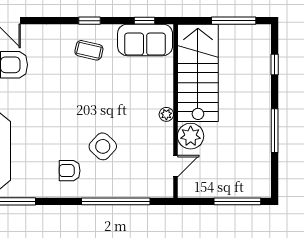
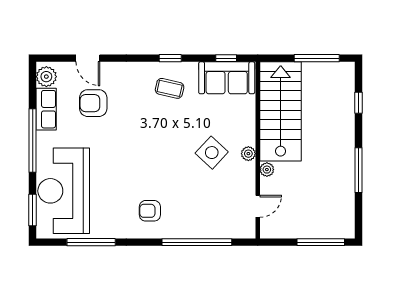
plant: (191, 136) -> (267, 170), width x0.53, depth x0.53
side table: (103, 146) -> (212, 153), moved

